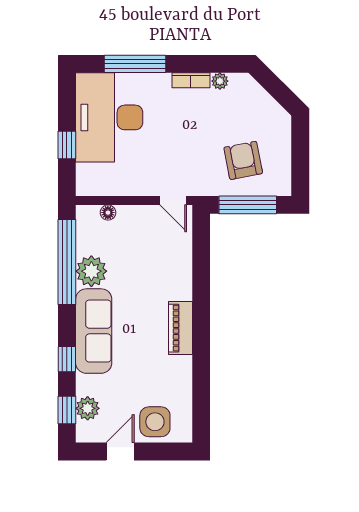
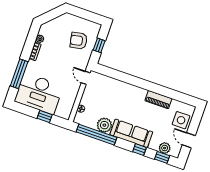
door: (173, 200) -> (86, 78), swing flipped
window: (248, 205) -> (99, 45), width x0.46
piano: (180, 328) -> (158, 100), moved

